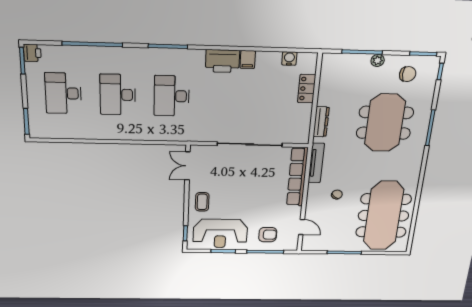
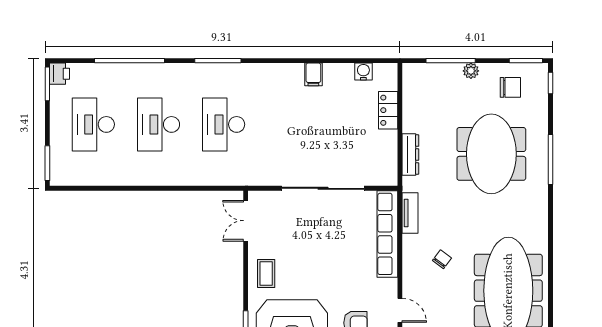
printer: (222, 61) -> (283, 77), removed
tv unit: (316, 163) -> (410, 213), width x0.71

